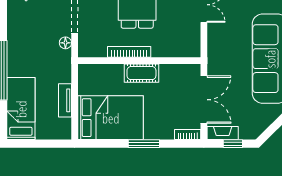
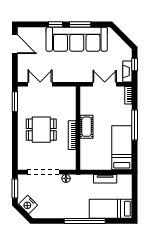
double door: (204, 100) -> (105, 84), width x0.73
bed: (111, 118) -> (122, 148), width x0.67
window: (144, 144) -> (135, 125), width x1.44

